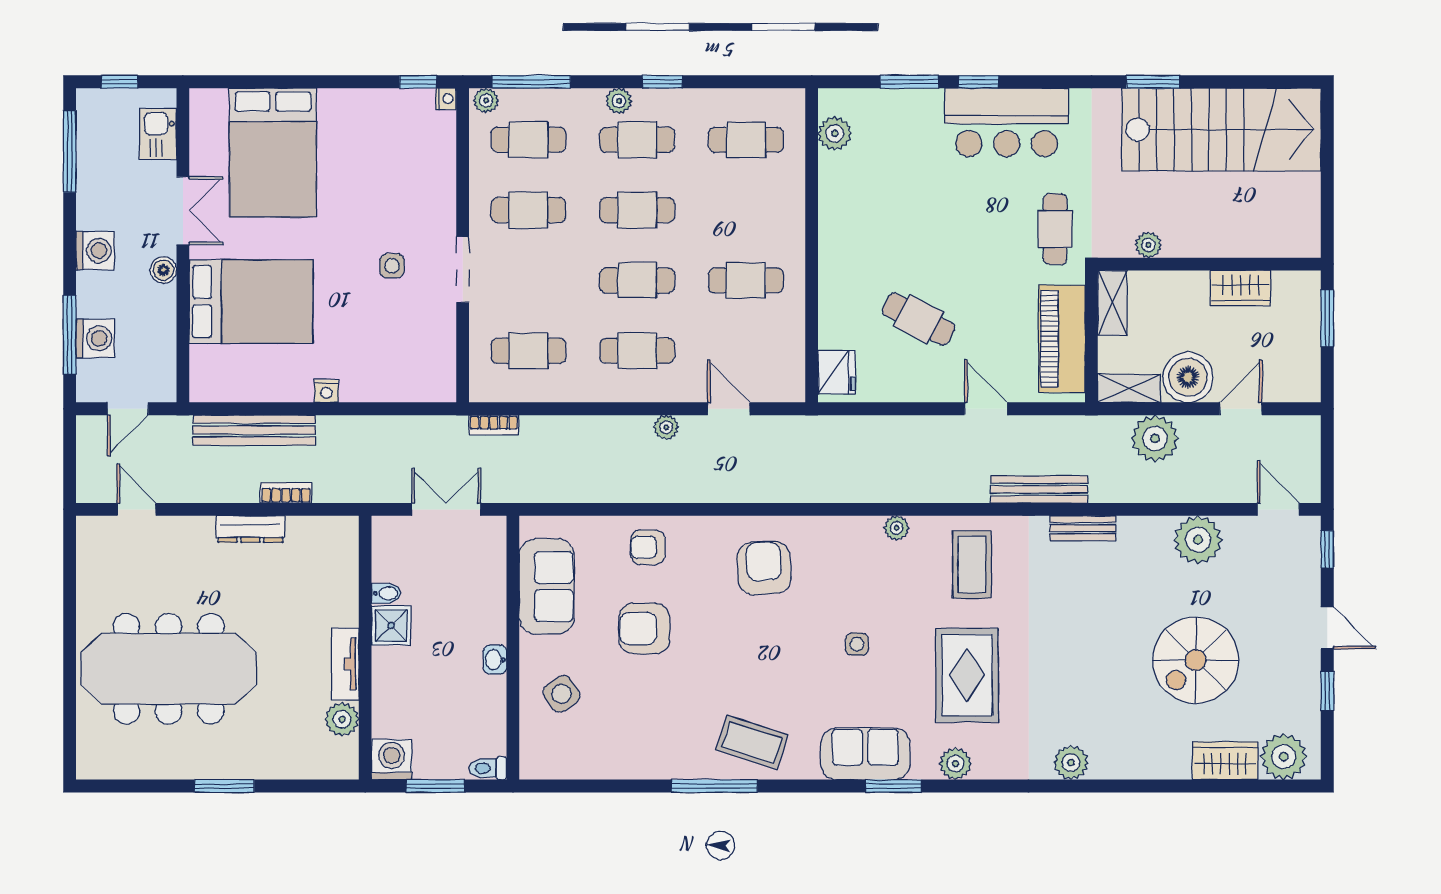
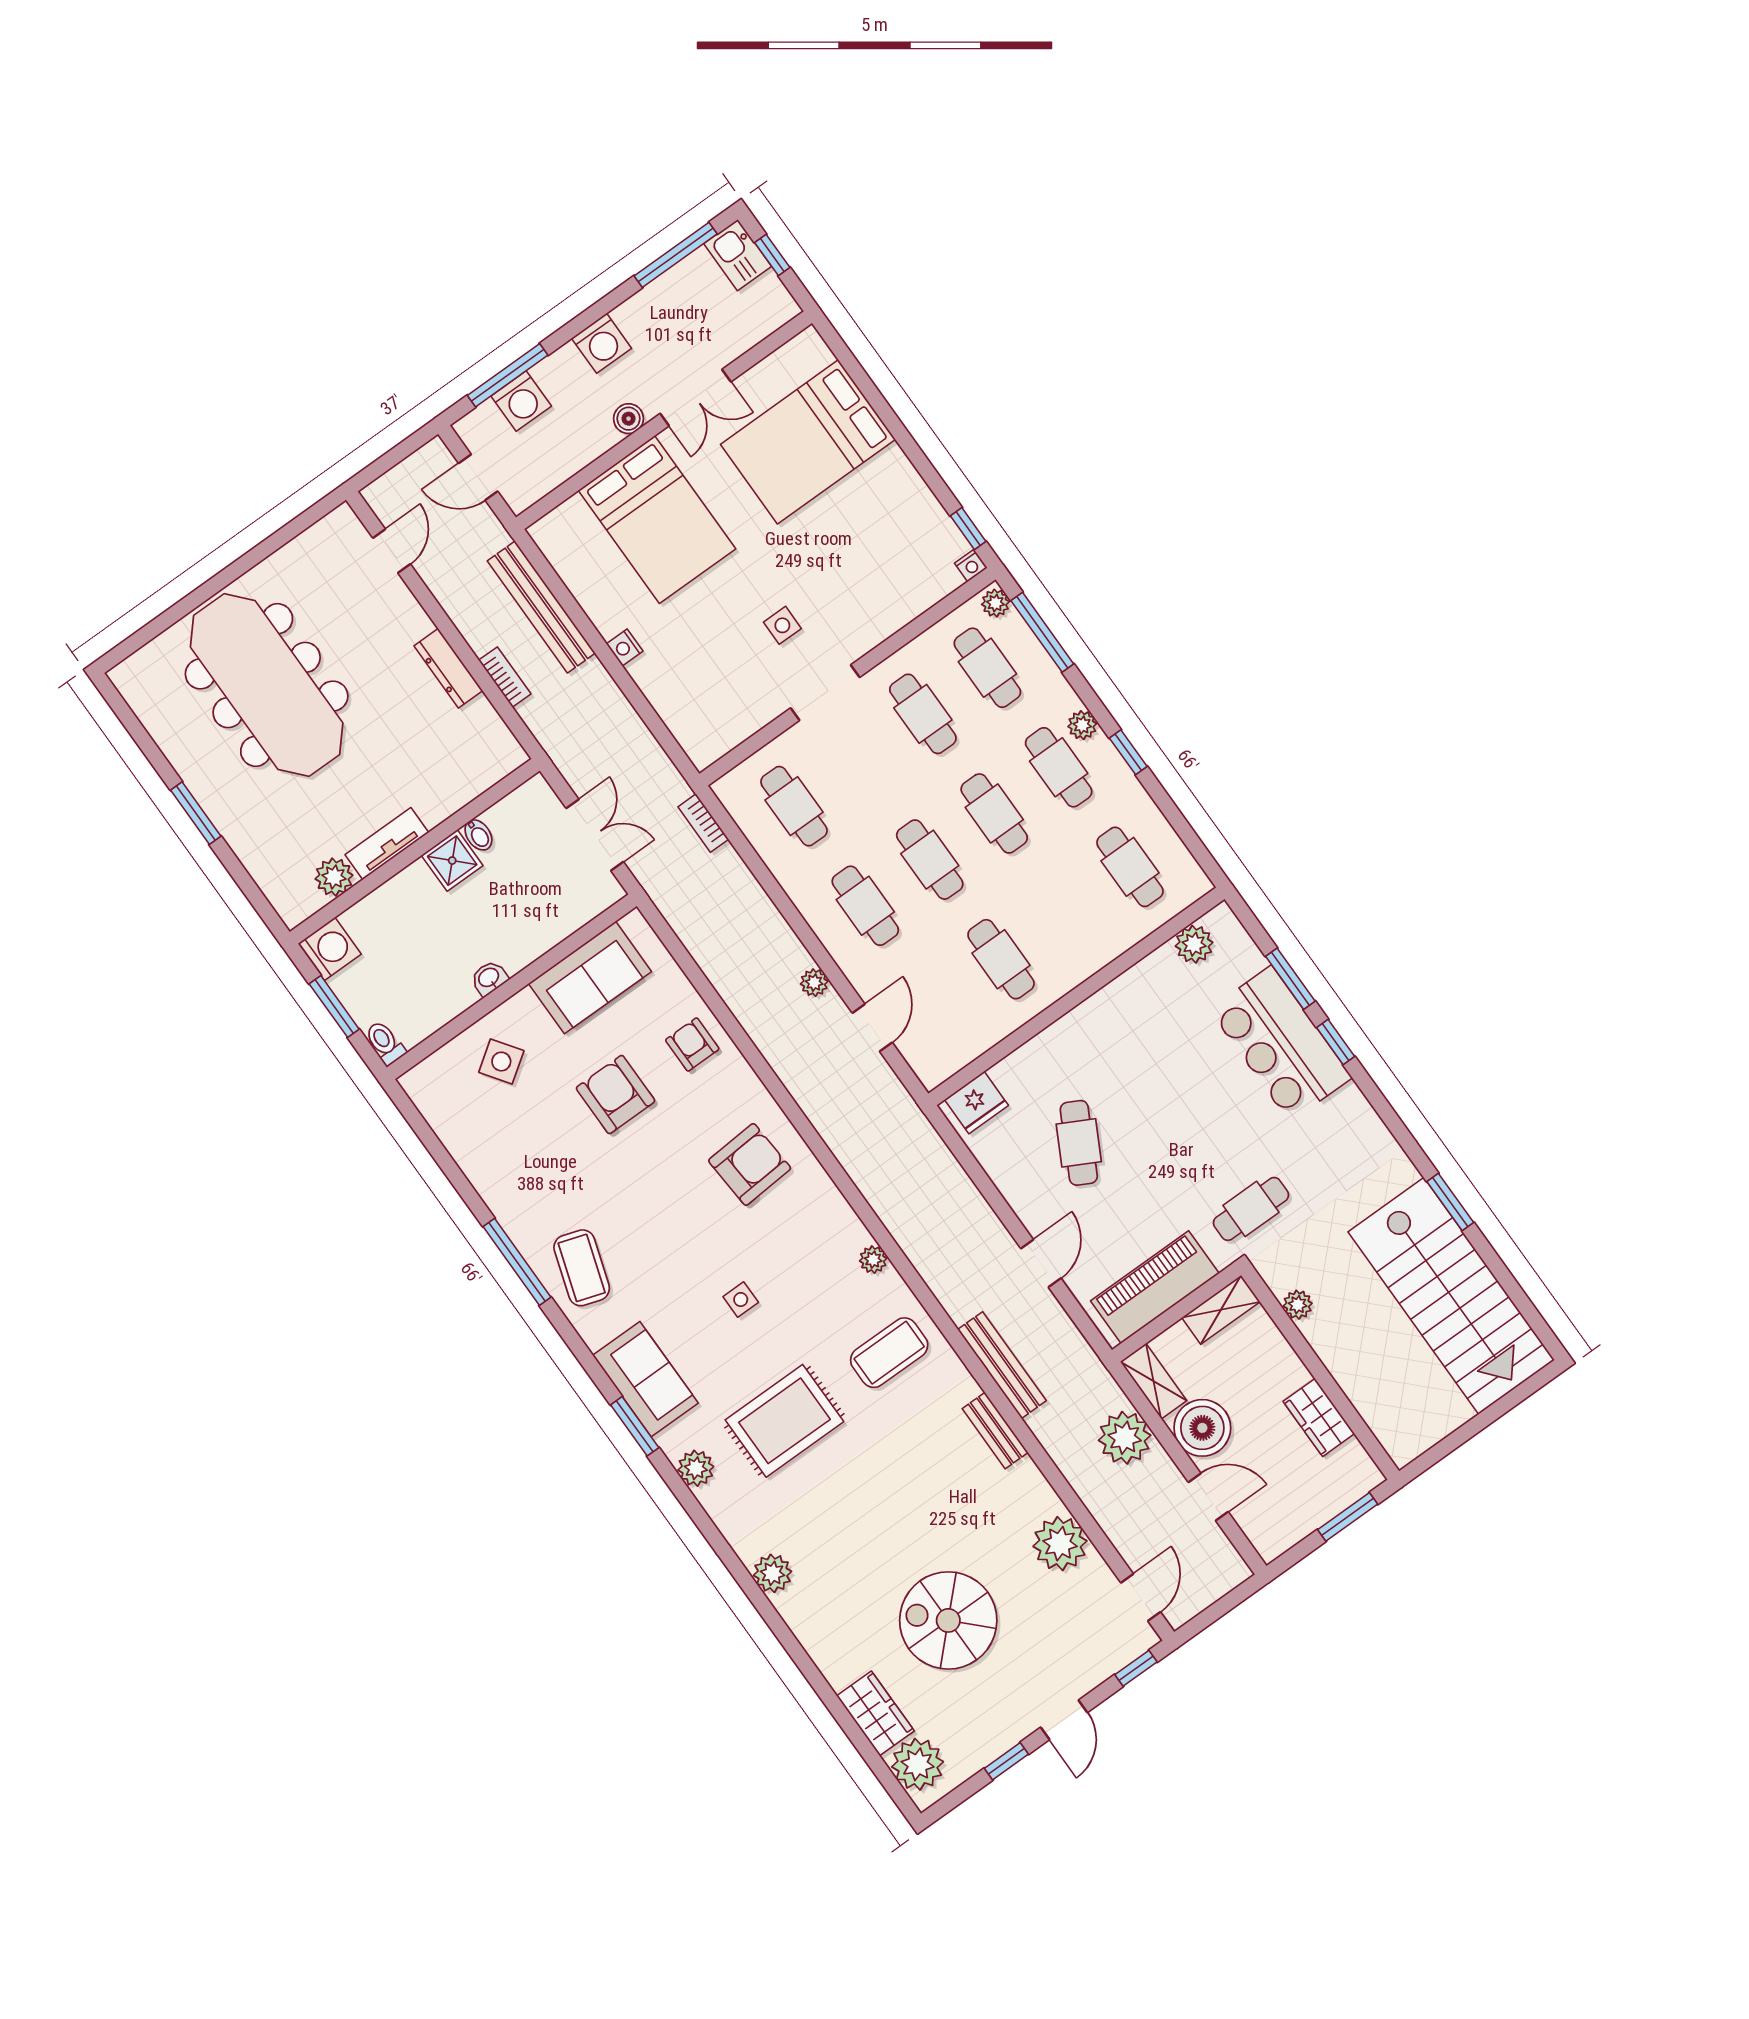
bar counter: (1007, 122) -> (1281, 1044), moved
kitchen sink: (158, 134) -> (738, 255), moved, turned -90

